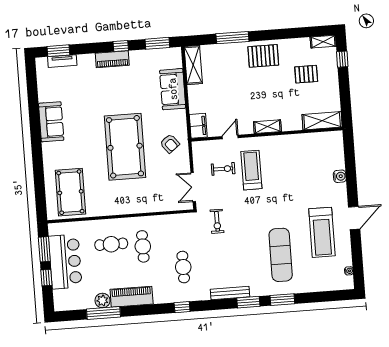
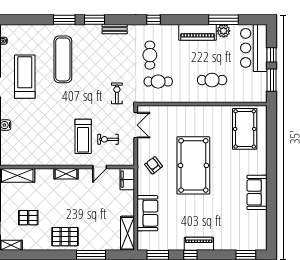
tv unit: (62, 61) -> (243, 245), removed
cafe table: (143, 246) -> (158, 82), moved, turned 90
bar counter: (65, 262) -> (254, 48), moved
bench: (230, 293) -> (115, 29), width x0.73

